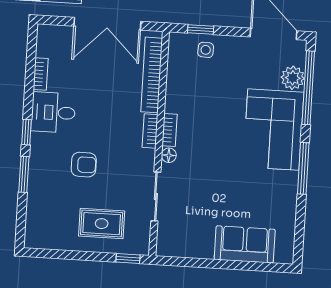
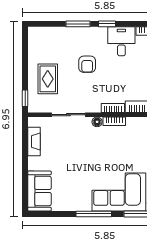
sofa: (245, 244) -> (39, 191), moved
fireplace: (192, 249) -> (34, 142), added

